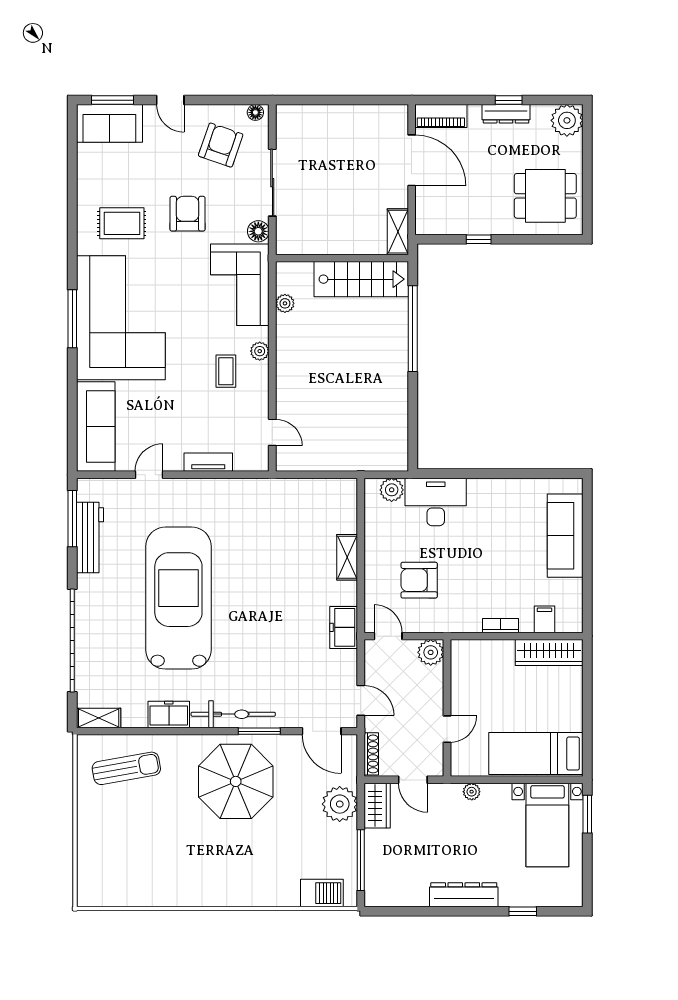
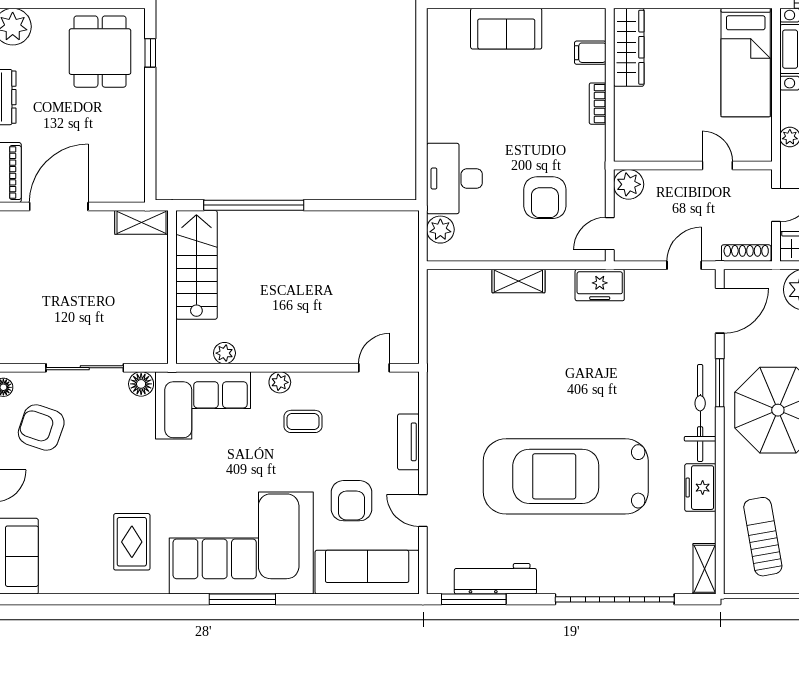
armchair: (188, 214) -> (352, 501), moved, turned -90
window: (479, 239) -> (150, 53), moved
sofa: (565, 536) -> (506, 29), width x0.73

